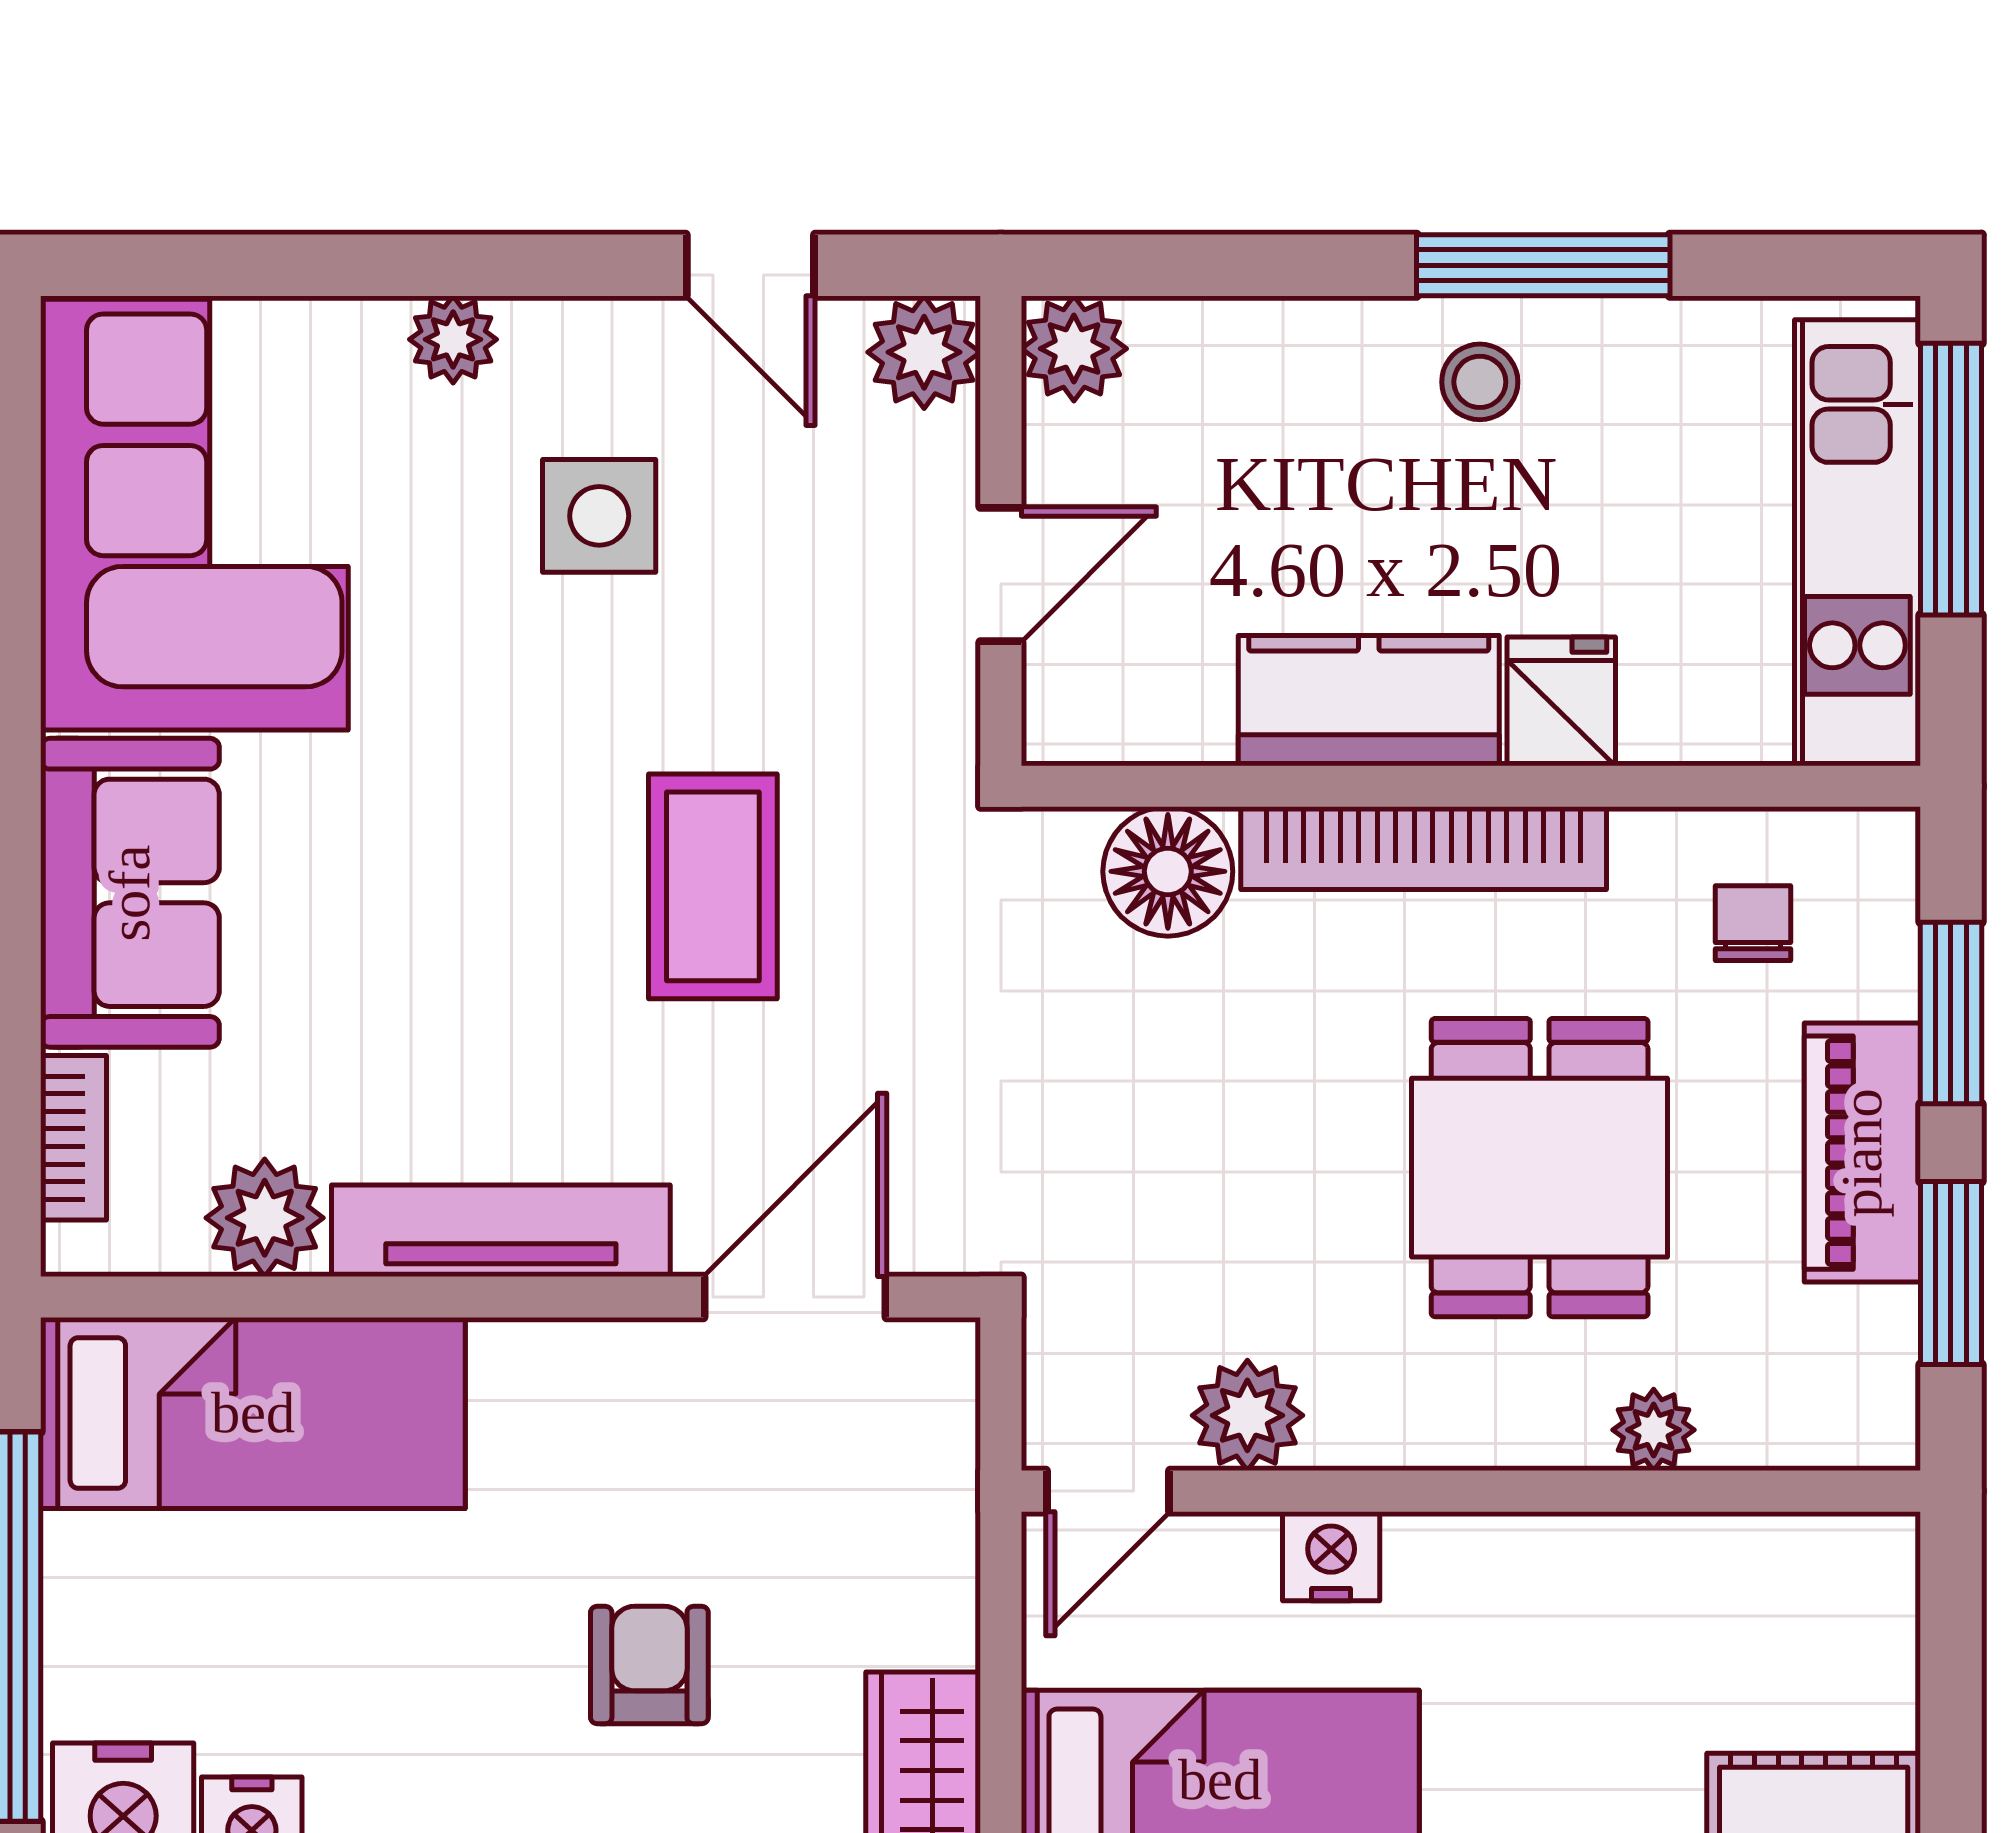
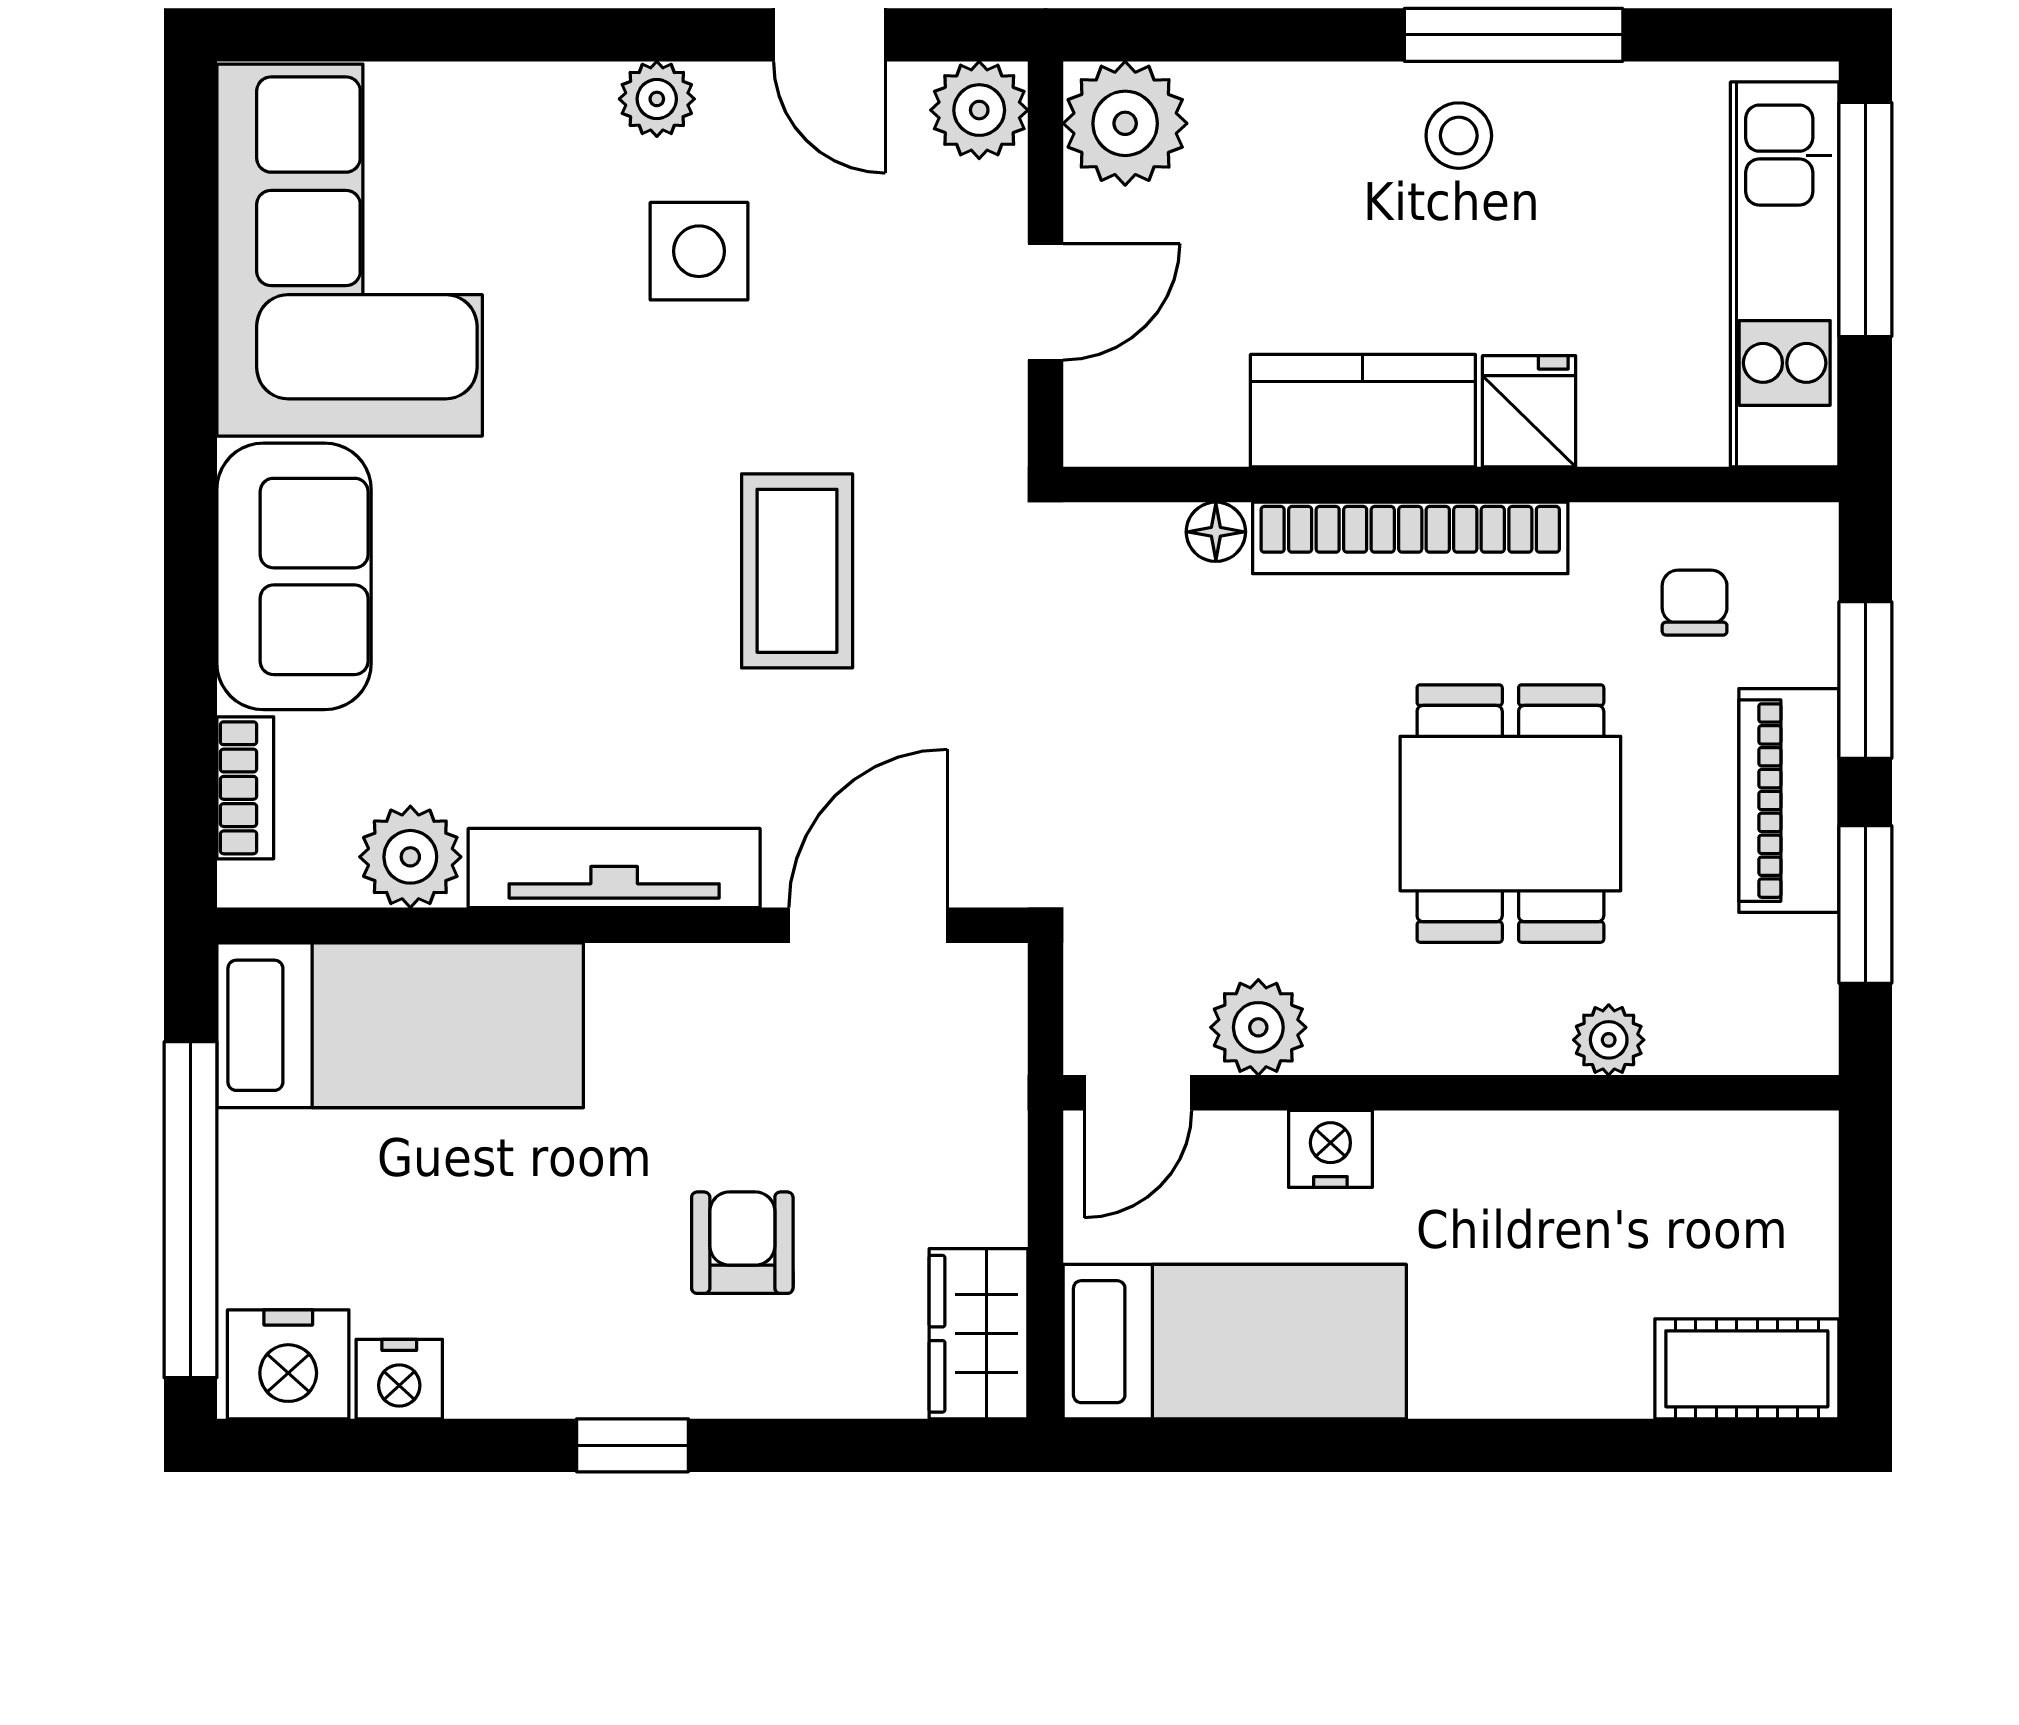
plant: (453, 339) -> (657, 99), moved
plant: (1074, 349) -> (1125, 123), width x1.36, depth x1.36
floor lamp: (1168, 871) -> (1216, 532), width x0.53, depth x0.53

